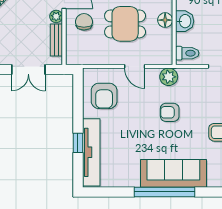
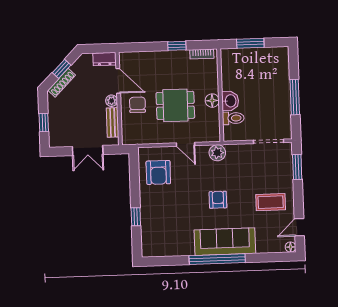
toilet: (187, 53) -> (233, 118), moved
armchair: (170, 112) -> (218, 200), moved, turned 90
tv unit: (91, 152) -> (148, 225), removed

